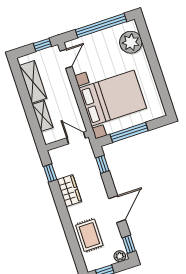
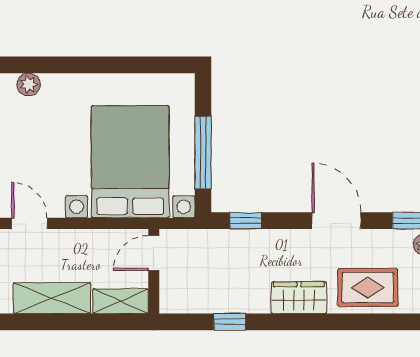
plant: (131, 42) -> (29, 84), width x0.53, depth x0.53
door: (76, 138) -> (154, 253), moved
wall: (67, 141) -> (154, 271), moved
wardrobe: (69, 191) -> (299, 298), moved

